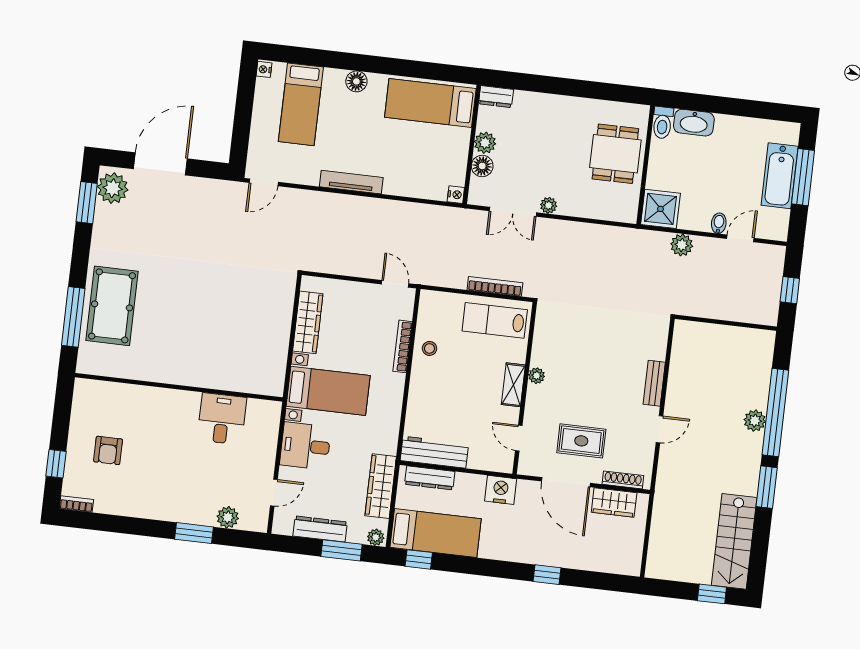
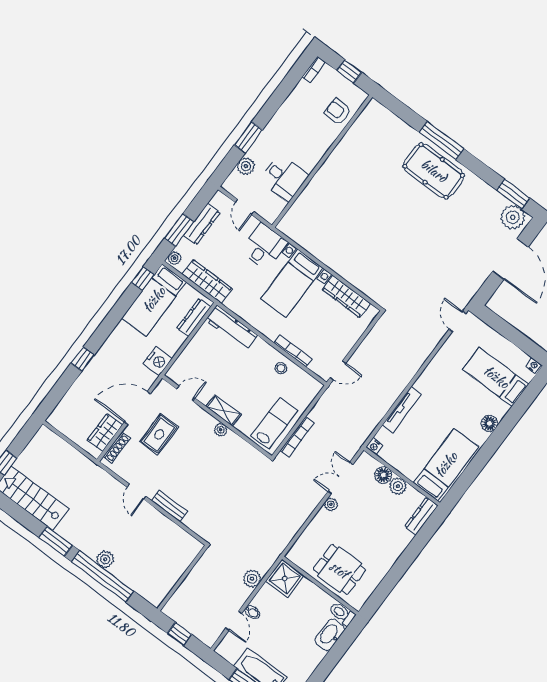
dresser: (496, 97) -> (421, 516), width x1.44
tv unit: (351, 182) -> (402, 410), moved
wall: (179, 387) -> (322, 161), moved
desk: (222, 419) -> (284, 178), moved
workbench: (434, 452) -> (232, 328), moved, turned 90

